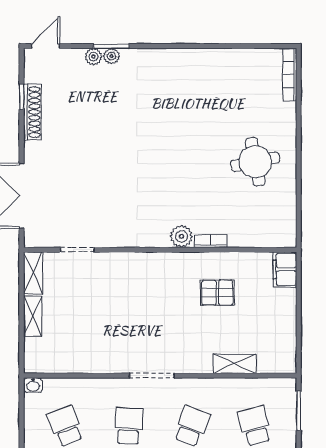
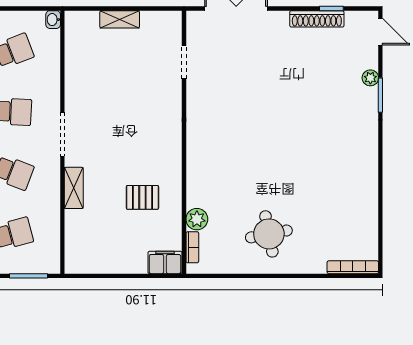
plant: (111, 56) -> (371, 95), removed
plant: (182, 236) -> (197, 219), moved
bookcase: (211, 241) -> (192, 247), moved
shelving: (33, 273) -> (161, 20), removed
pallet: (217, 293) -> (142, 197), turned 90
shelving: (235, 364) -> (74, 188), moved

